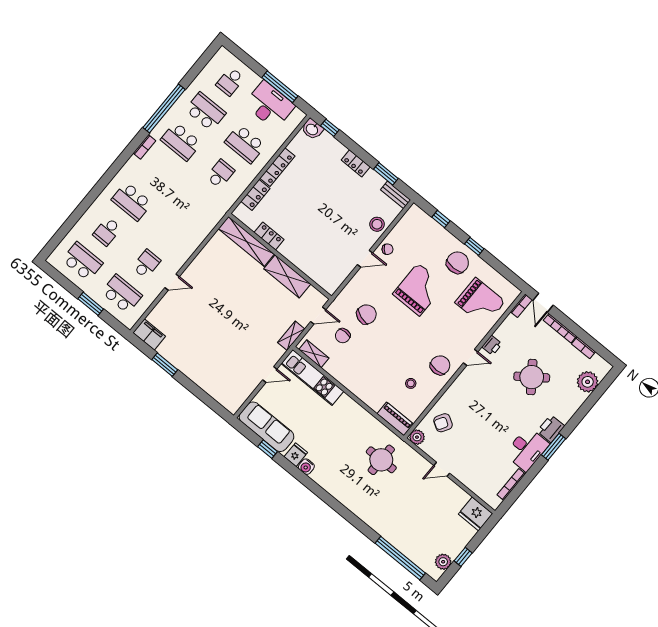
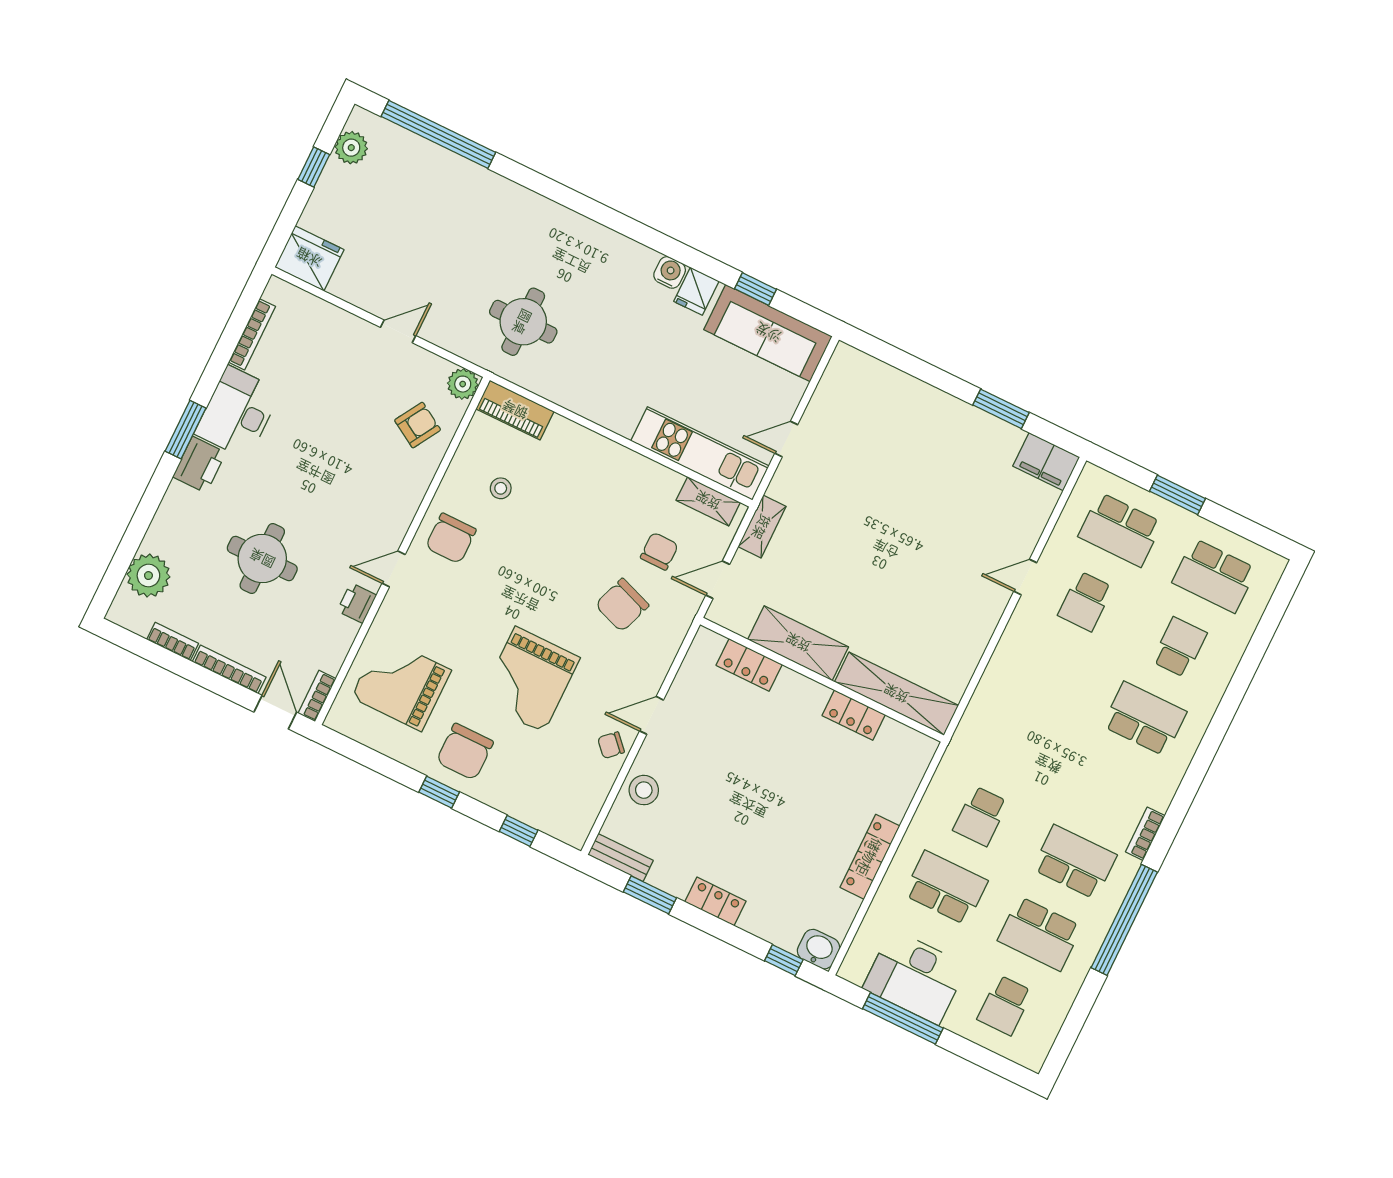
school desk: (230, 81) -> (1005, 1005), turned 180
locker: (255, 195) -> (749, 665), moved, turned -90
round table: (532, 377) -> (262, 559), turned 36

